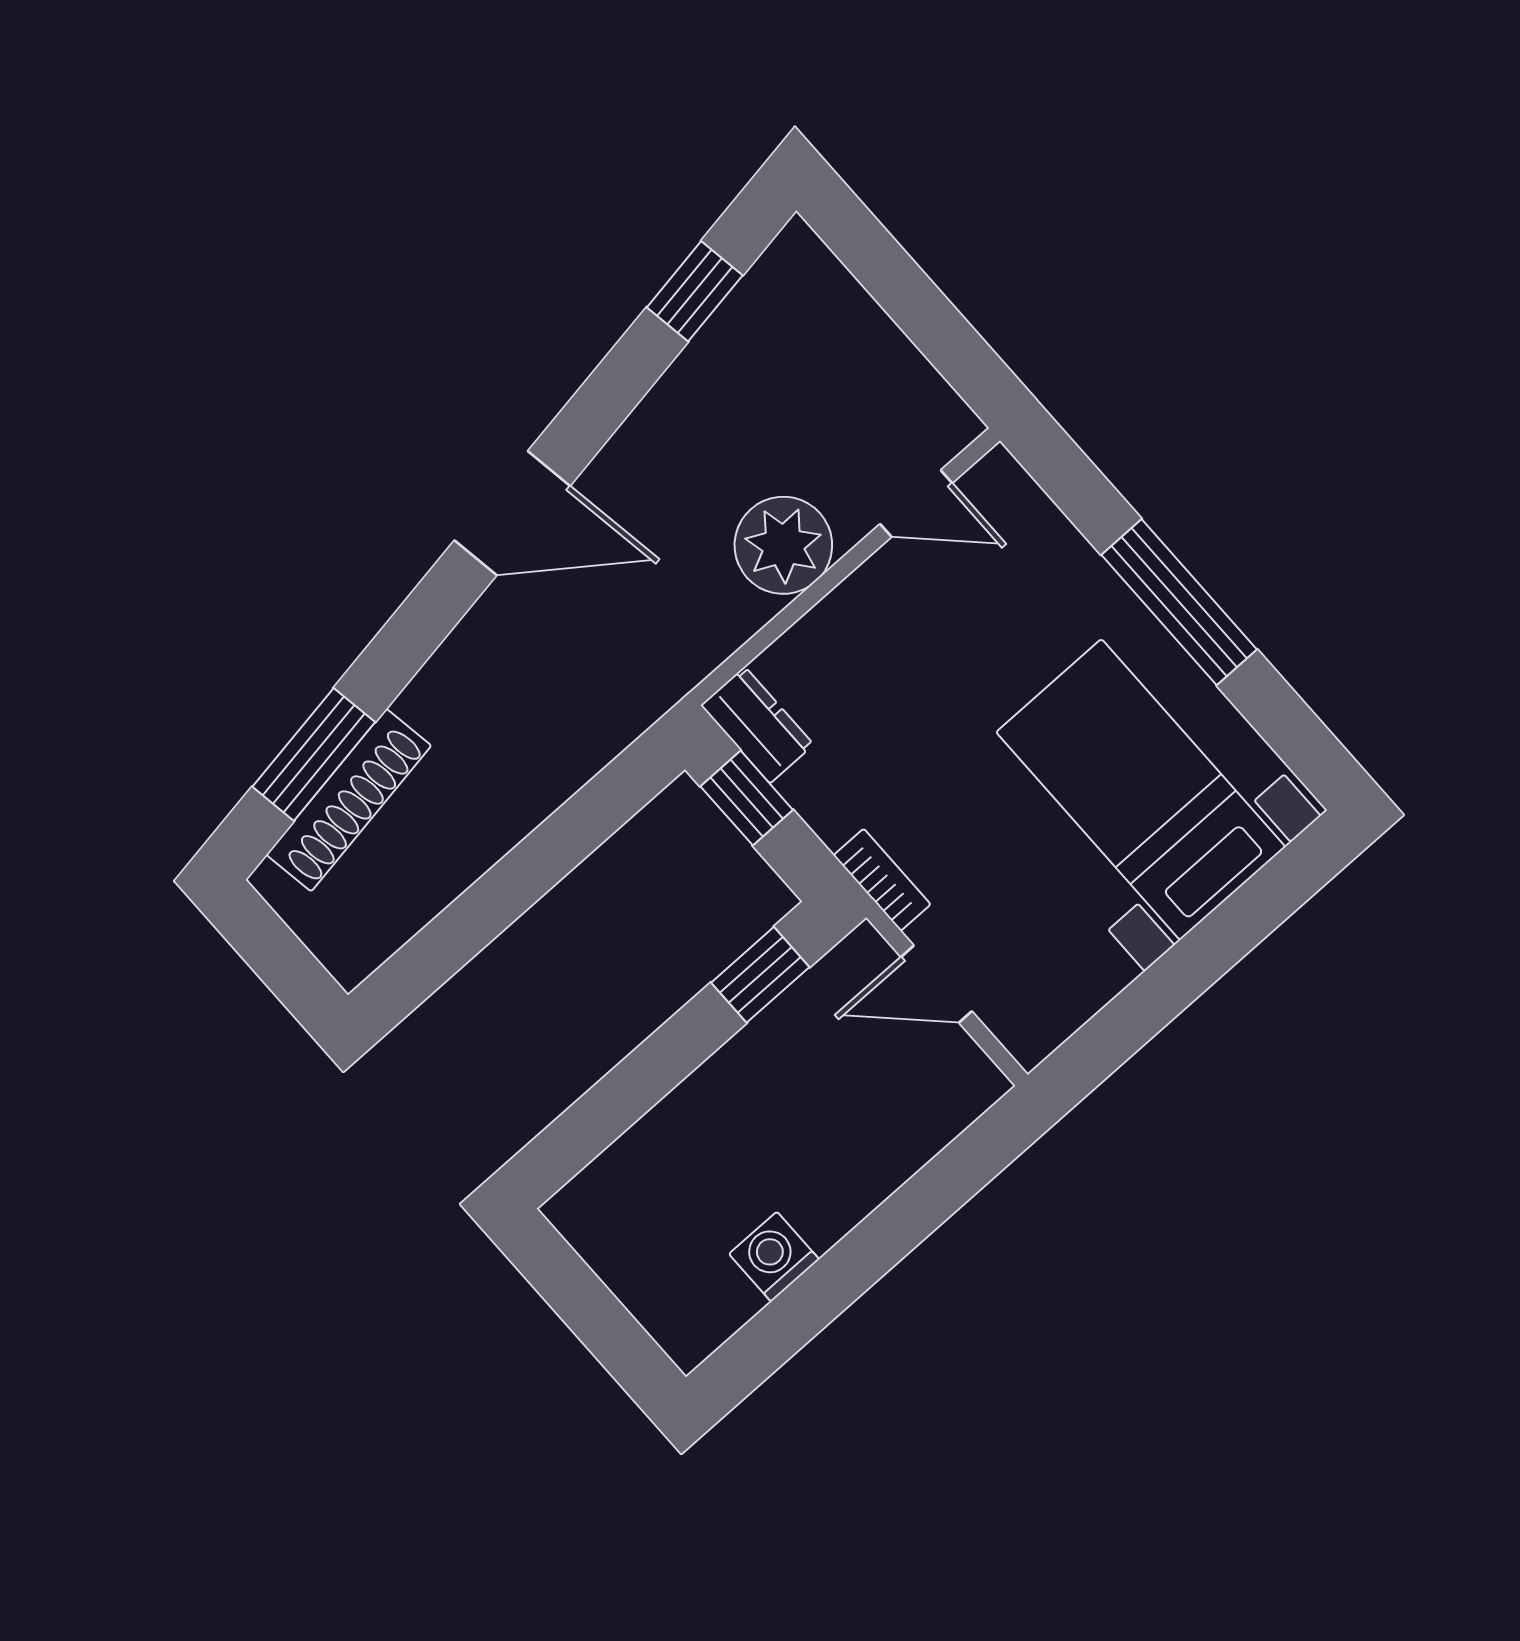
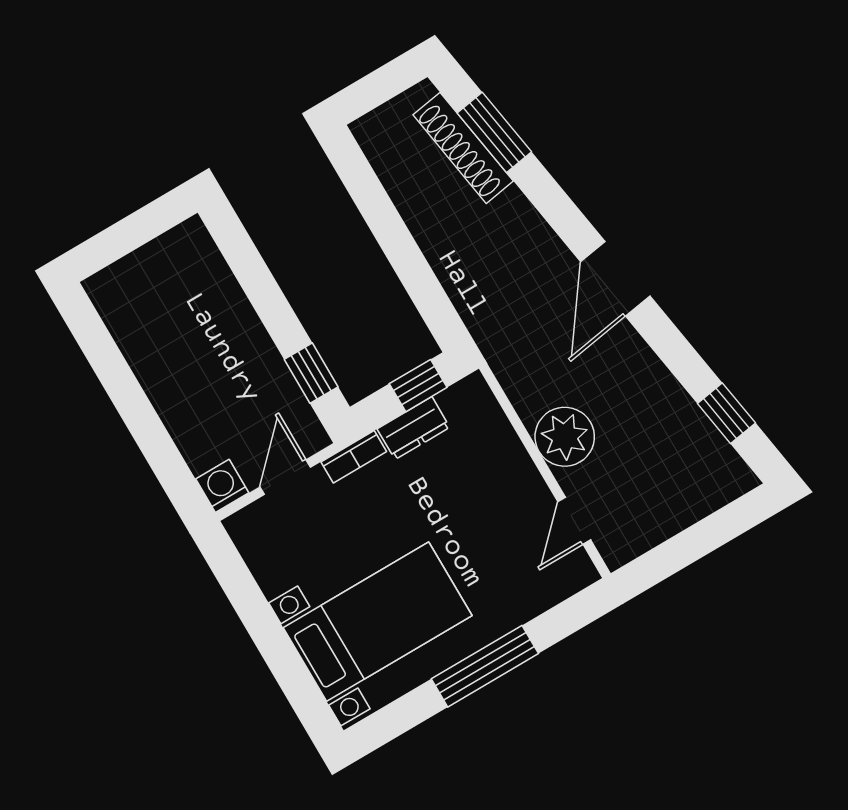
dresser: (757, 725) -> (413, 428), moved
washing machine: (774, 1257) -> (222, 486), moved, turned -90

